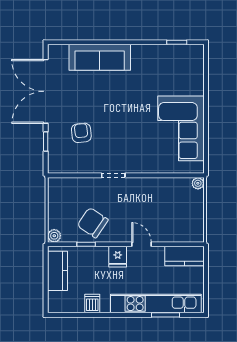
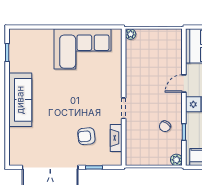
sofa: (100, 57) -> (20, 100), moved
fireplace: (79, 167) -> (116, 138), added
chair: (93, 223) -> (165, 126), width x0.54, depth x0.54

